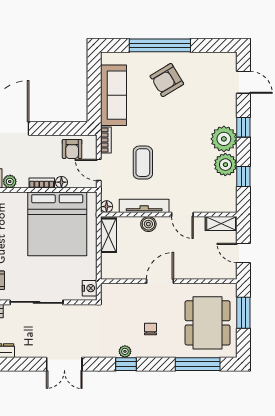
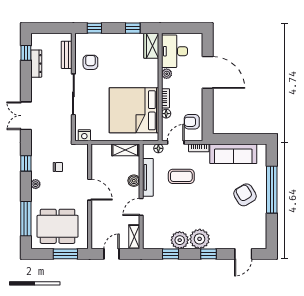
floor lamp: (107, 207) -> (158, 148), moved
chair: (150, 329) -> (58, 167), moved
plant: (125, 351) -> (36, 184), moved

